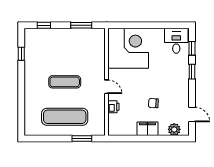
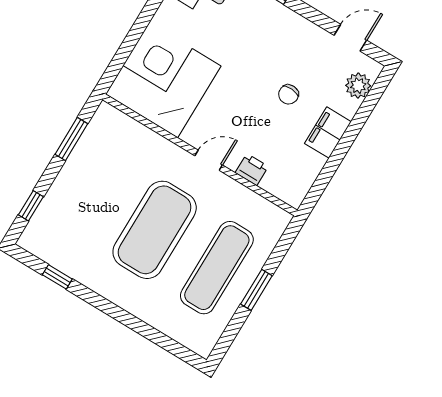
exercise mat: (65, 82) -> (155, 230), width x2.00, depth x1.45
window: (82, 138) -> (256, 290), moved

